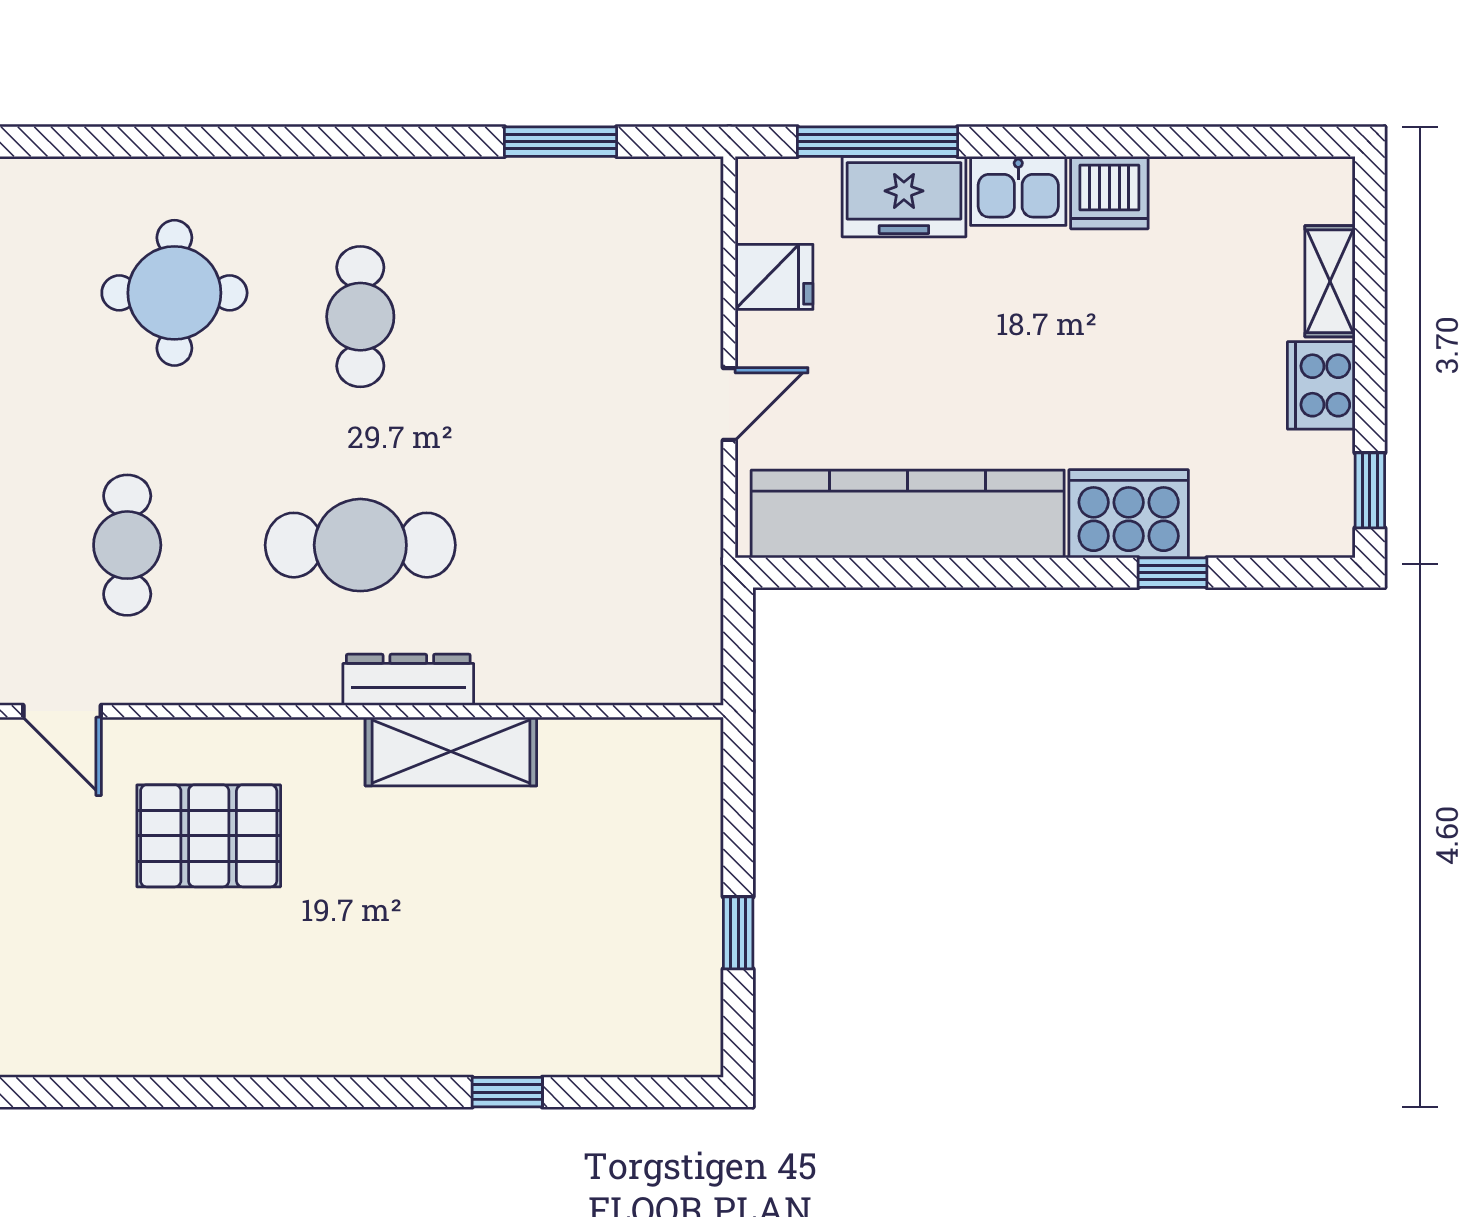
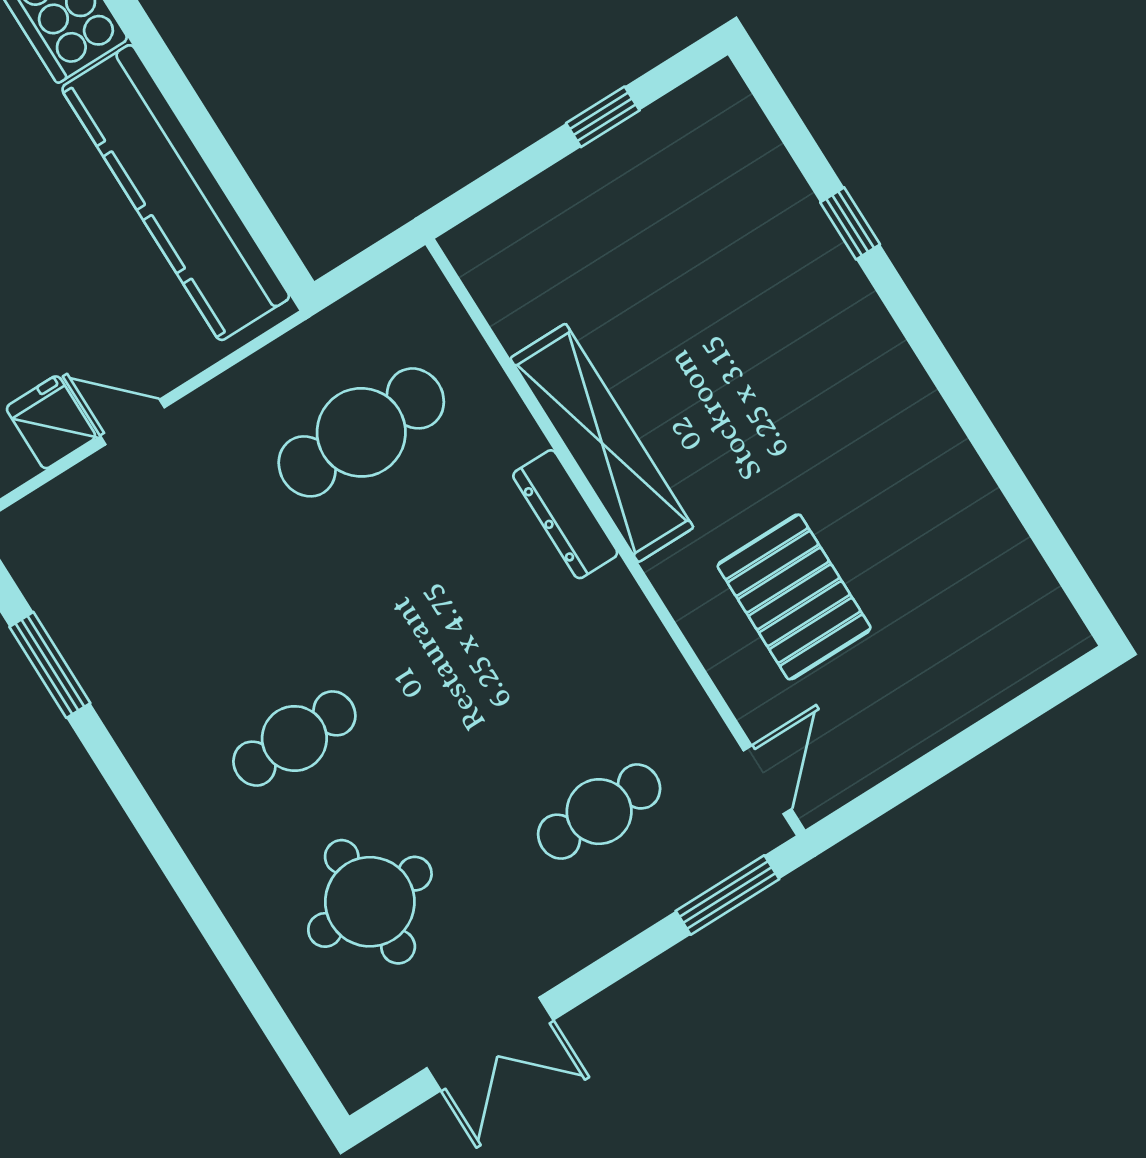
door: (729, 404) -> (132, 422), moved
cafe table: (360, 545) -> (361, 432), moved, turned 90
shelving: (451, 751) -> (602, 443), width x1.47

